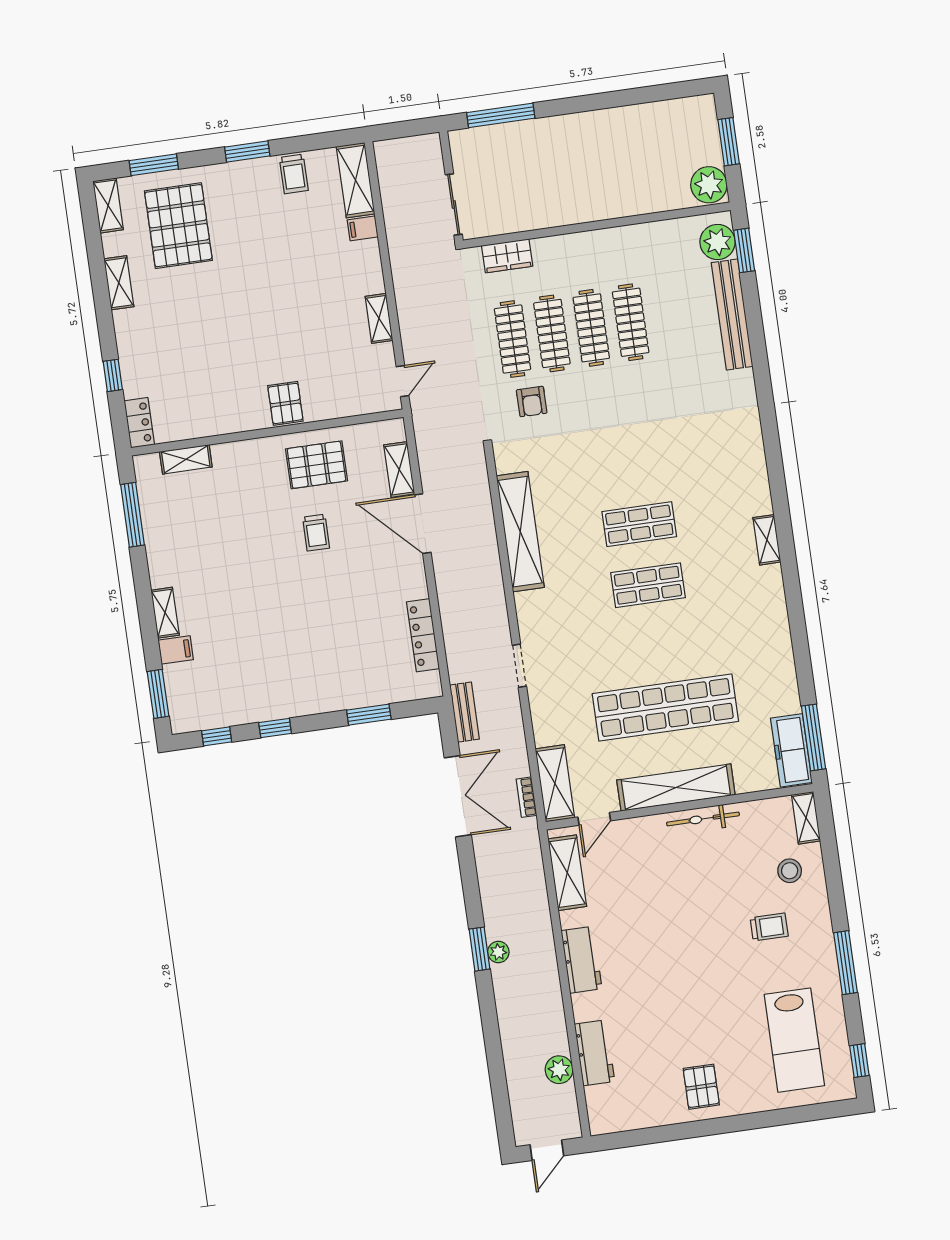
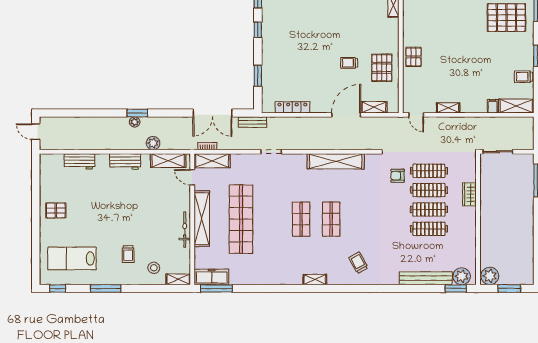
wardrobe: (507, 256) -> (469, 194), moved
pallet: (285, 403) -> (414, 57), turned 90
trolley: (720, 456) -> (358, 263), added
plant: (559, 1070) -> (153, 143), moved

